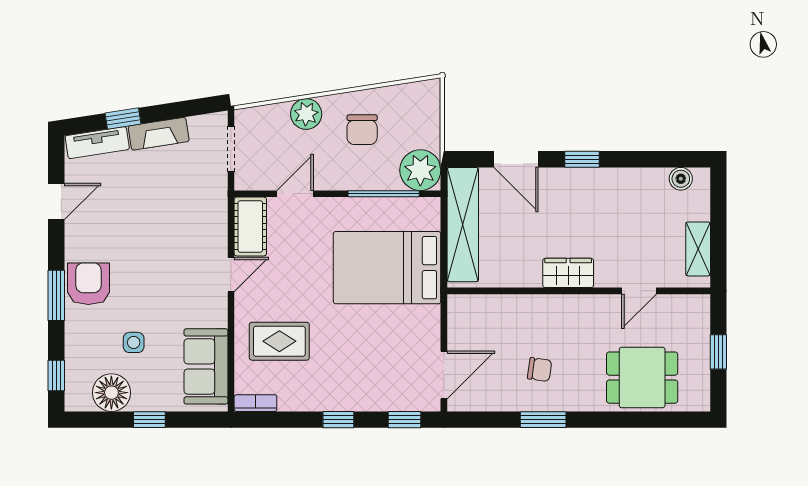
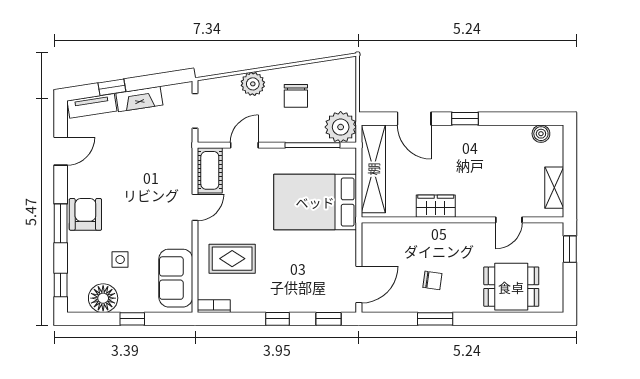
wardrobe: (568, 273) -> (436, 206), moved
window: (718, 352) -> (570, 249), moved

